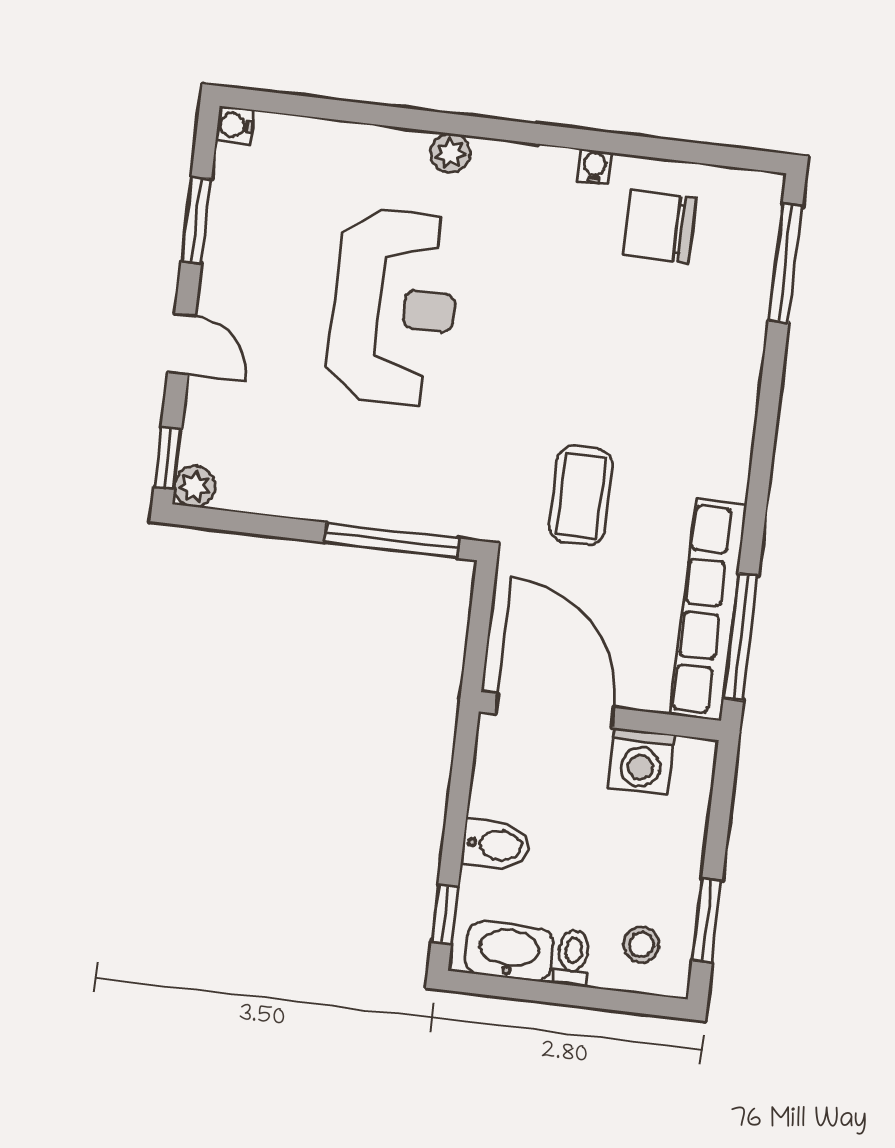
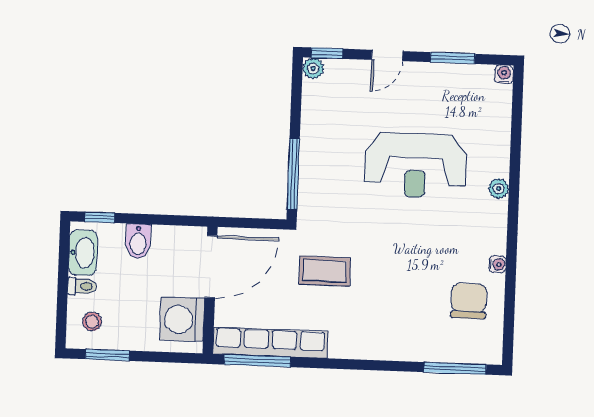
washing machine: (641, 761) -> (182, 319), width x1.37, depth x1.37

